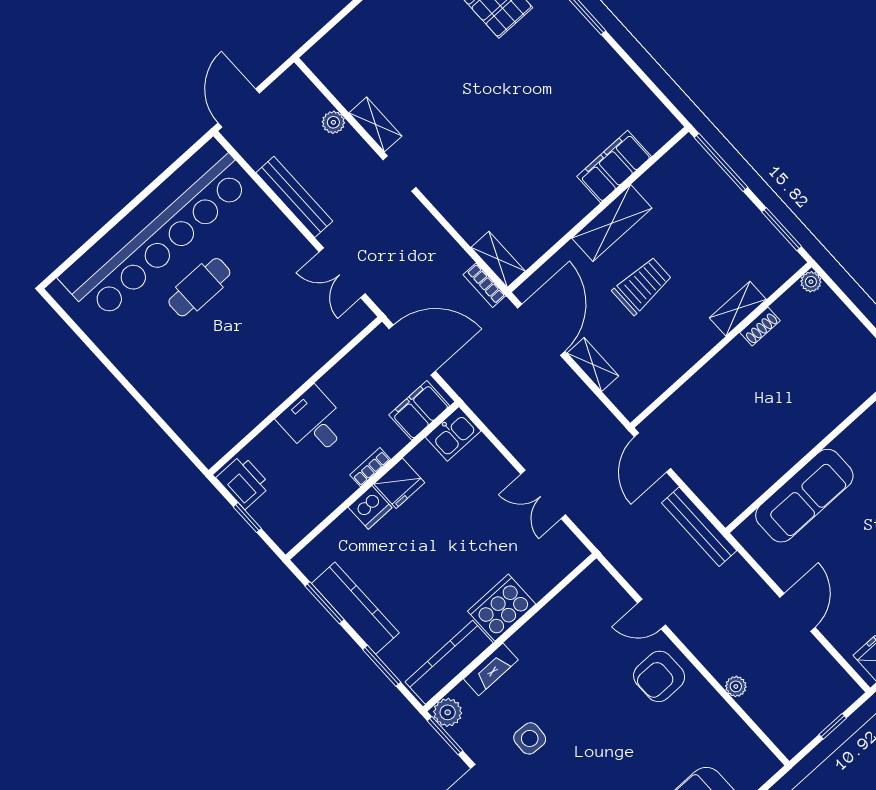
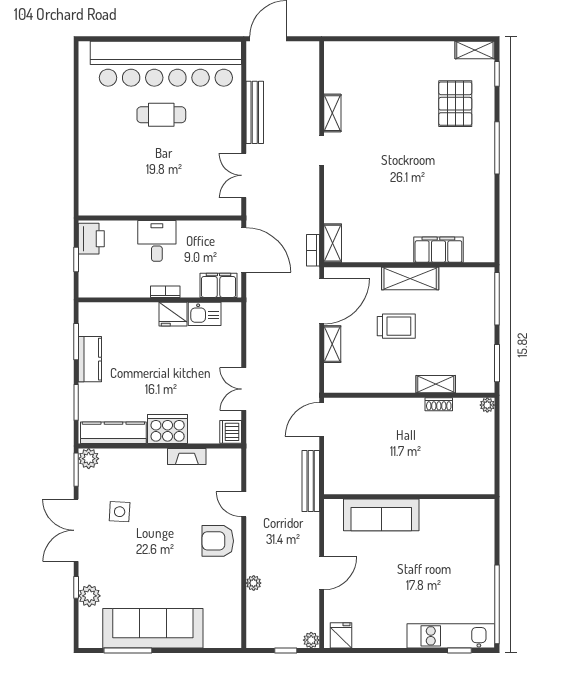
plant: (333, 122) -> (311, 640), moved
kitchen sink: (453, 434) -> (205, 314), moved
dishwasher: (370, 507) -> (231, 432), moved, turned 90
kitchen counter: (355, 608) -> (90, 359), width x0.67
fireplace: (491, 669) -> (187, 456), moved

